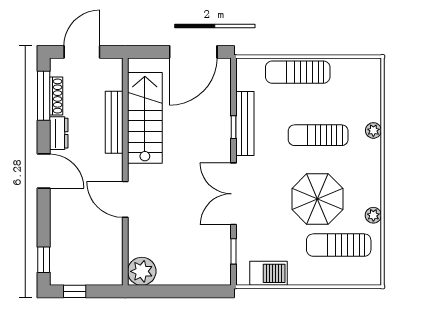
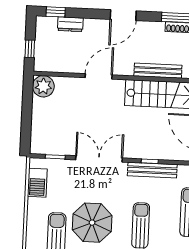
dresser: (59, 133) -> (70, 24), moved
window: (75, 291) -> (30, 49), moved

